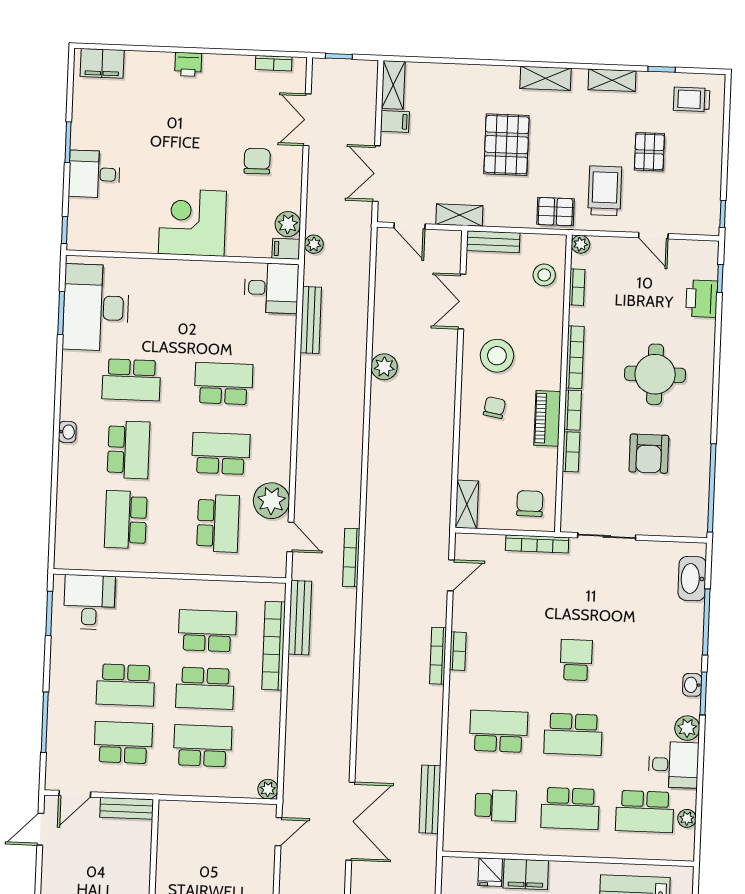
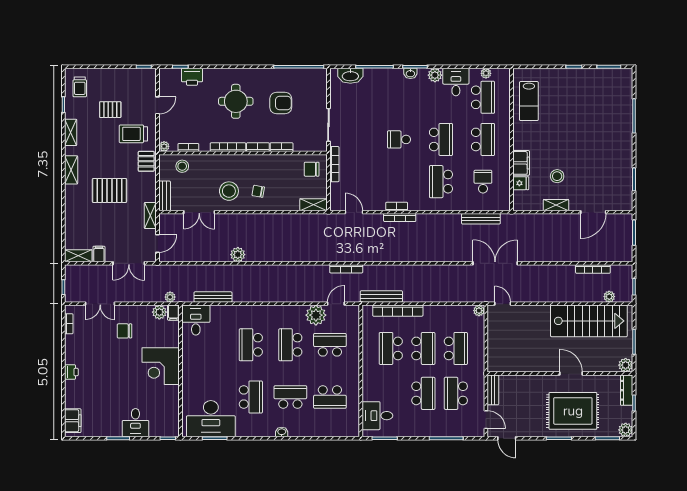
piano: (547, 418) -> (263, 161), removed
school desk: (203, 746) -> (456, 348), turned 180

